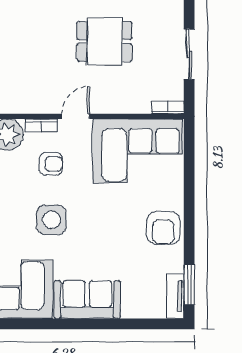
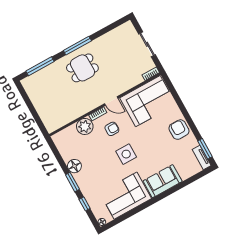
dining table: (105, 41) -> (82, 68), moved
door: (76, 116) -> (111, 101), swing flipped
armchair: (163, 228) -> (179, 130), turned 180

